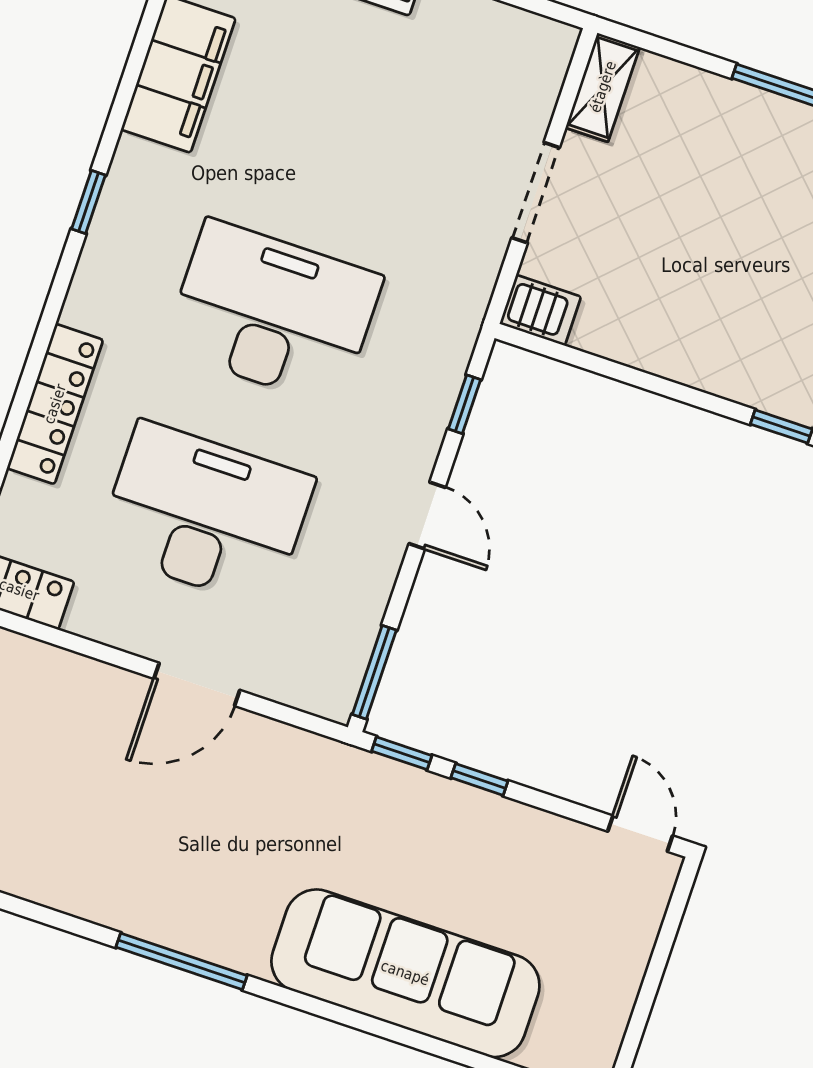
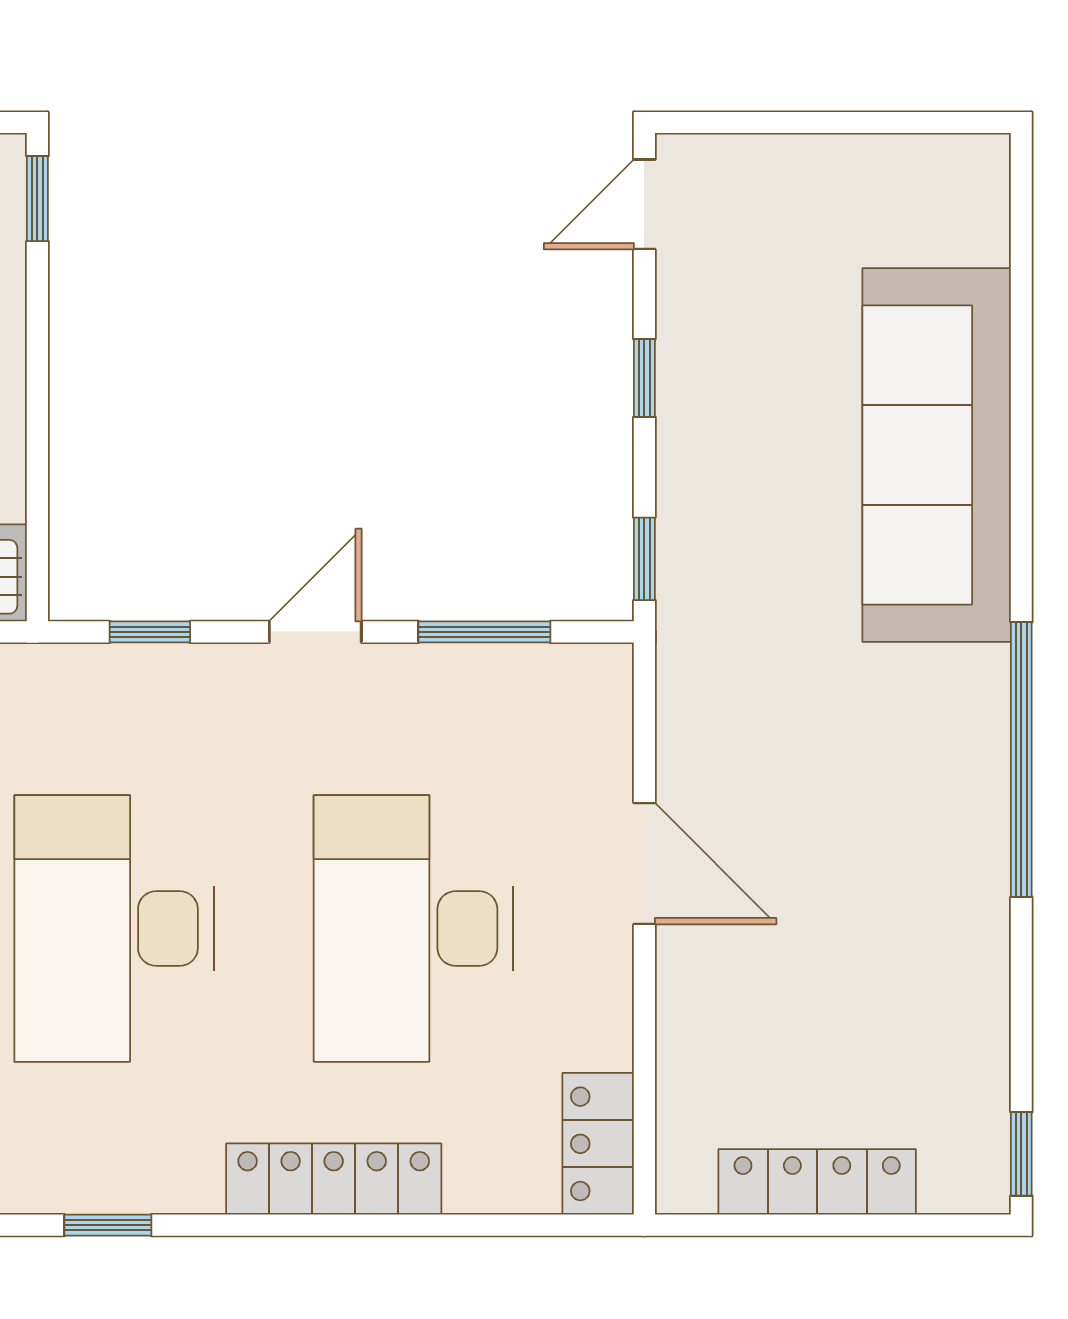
window: (88, 202) -> (108, 1225), moved
window: (374, 672) -> (484, 632), moved
window: (479, 779) -> (644, 378), moved
window: (182, 961) -> (1021, 759), width x1.46

